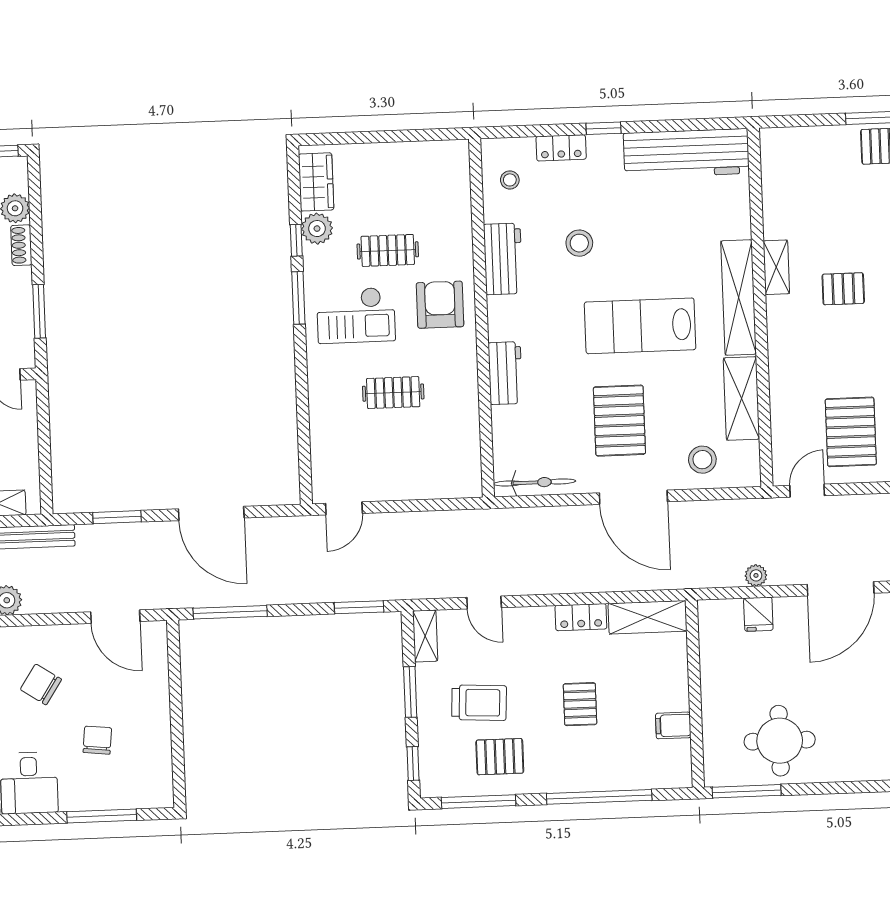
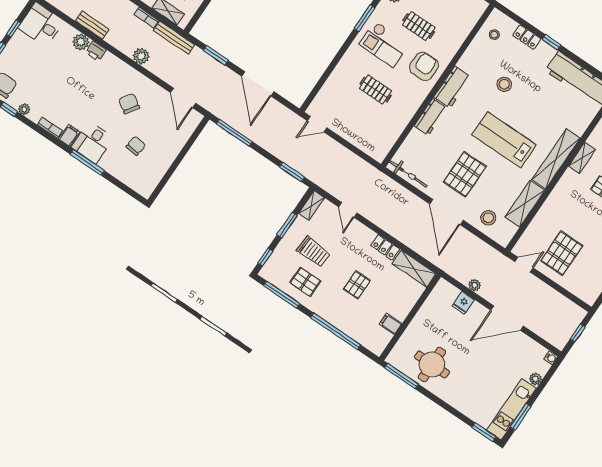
workbench: (503, 259) -> (452, 87), moved
window: (102, 816) -> (87, 163), moved

